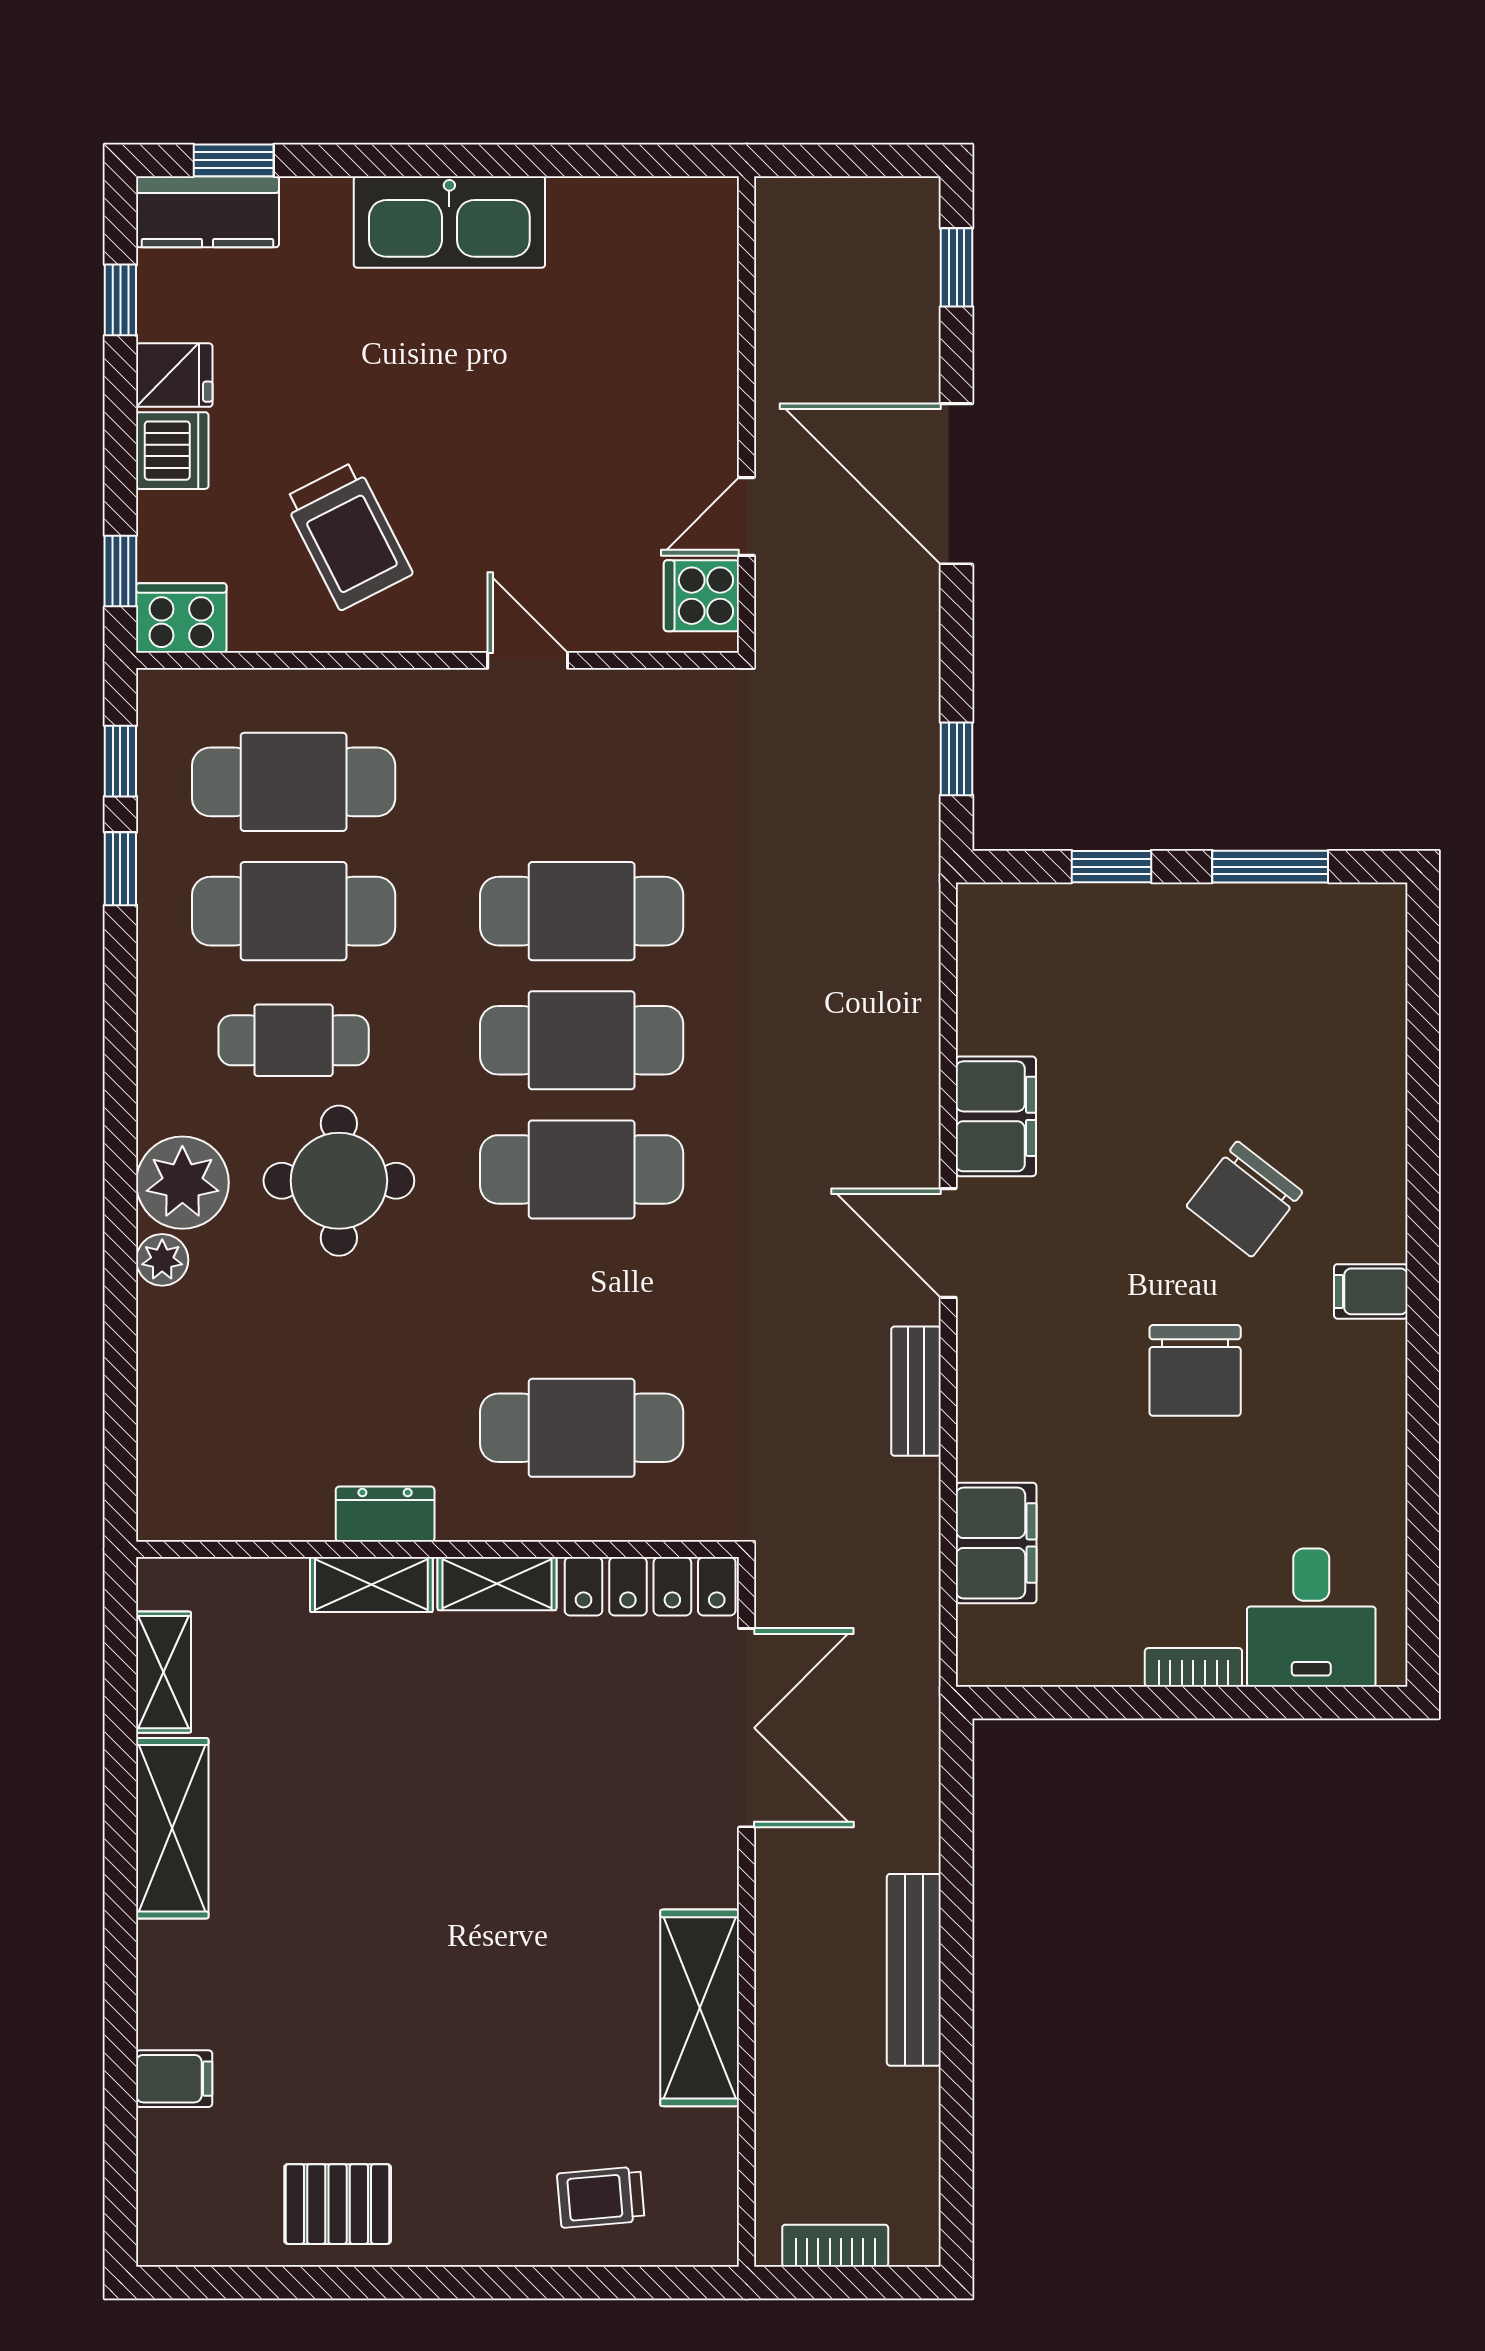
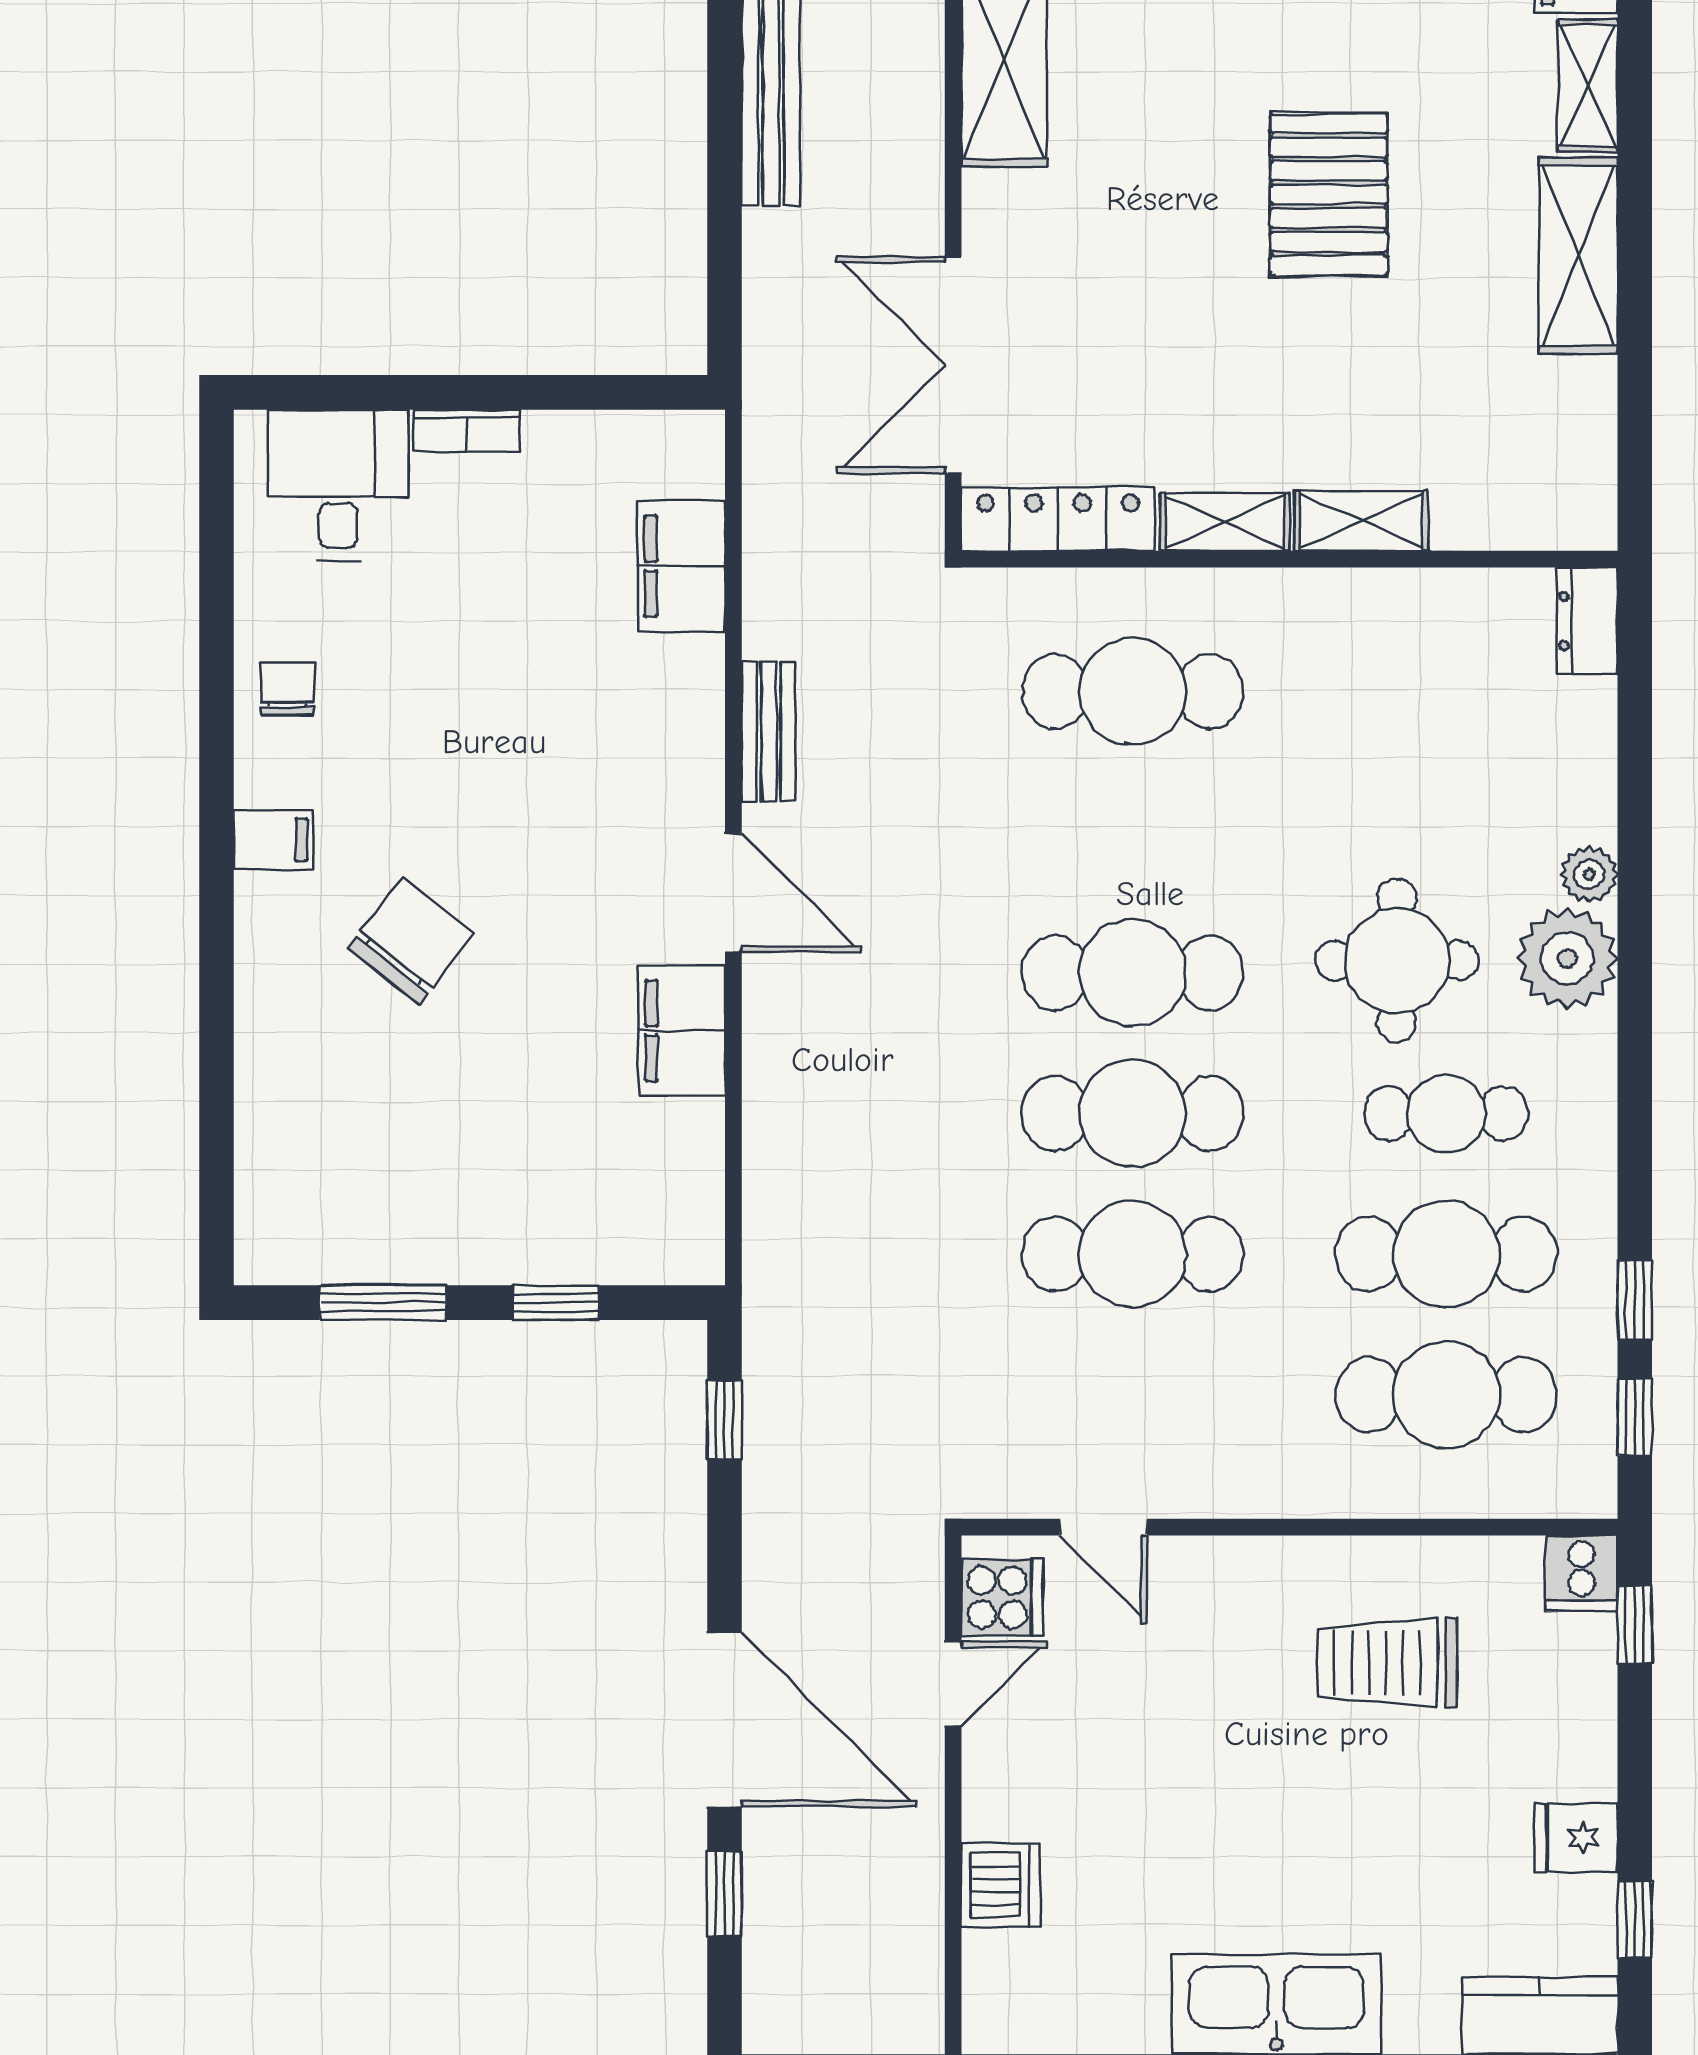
window: (957, 267) -> (724, 1894), moved
dishwasher: (172, 451) -> (1001, 1885), moved, turned 180
trolley: (348, 536) -> (1387, 1663), turned -63
cooker: (181, 618) -> (1582, 1573), width x0.73
door: (528, 660) -> (1103, 1527), moved
chair: (1195, 1370) -> (287, 689), moved, width x0.54, depth x0.54
dresser: (385, 1514) -> (1587, 621), moved, turned 90
shelving: (164, 1672) -> (1588, 86), moved
pallet: (401, 1884) -> (1329, 195), added

